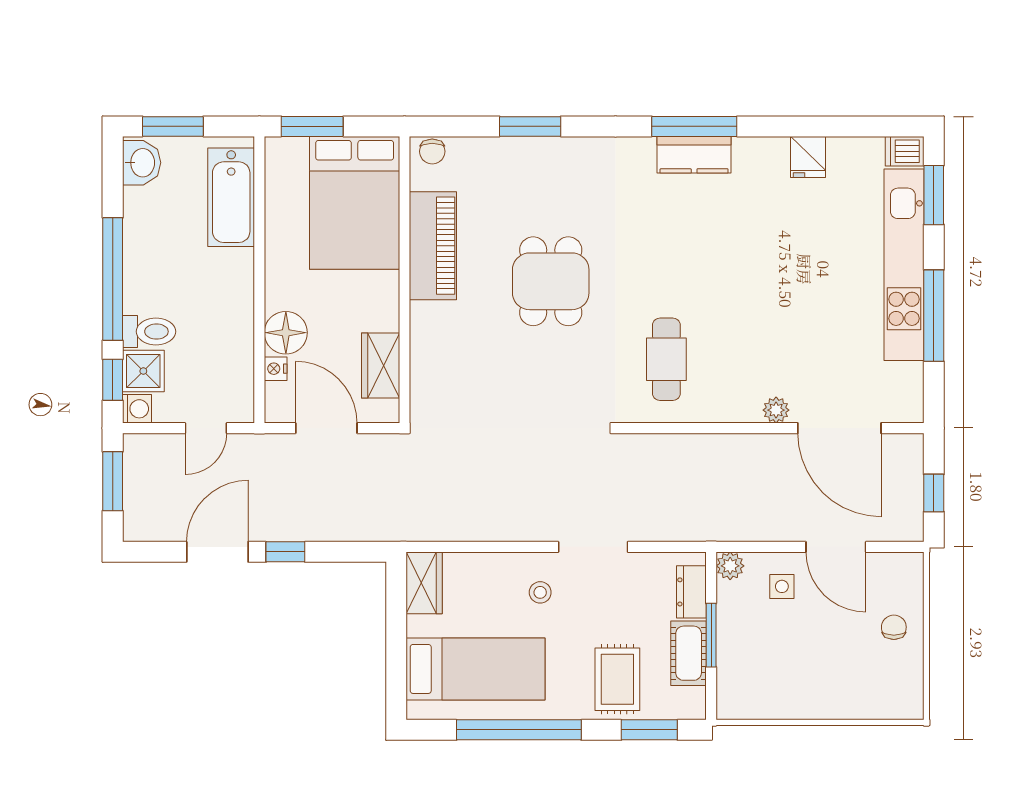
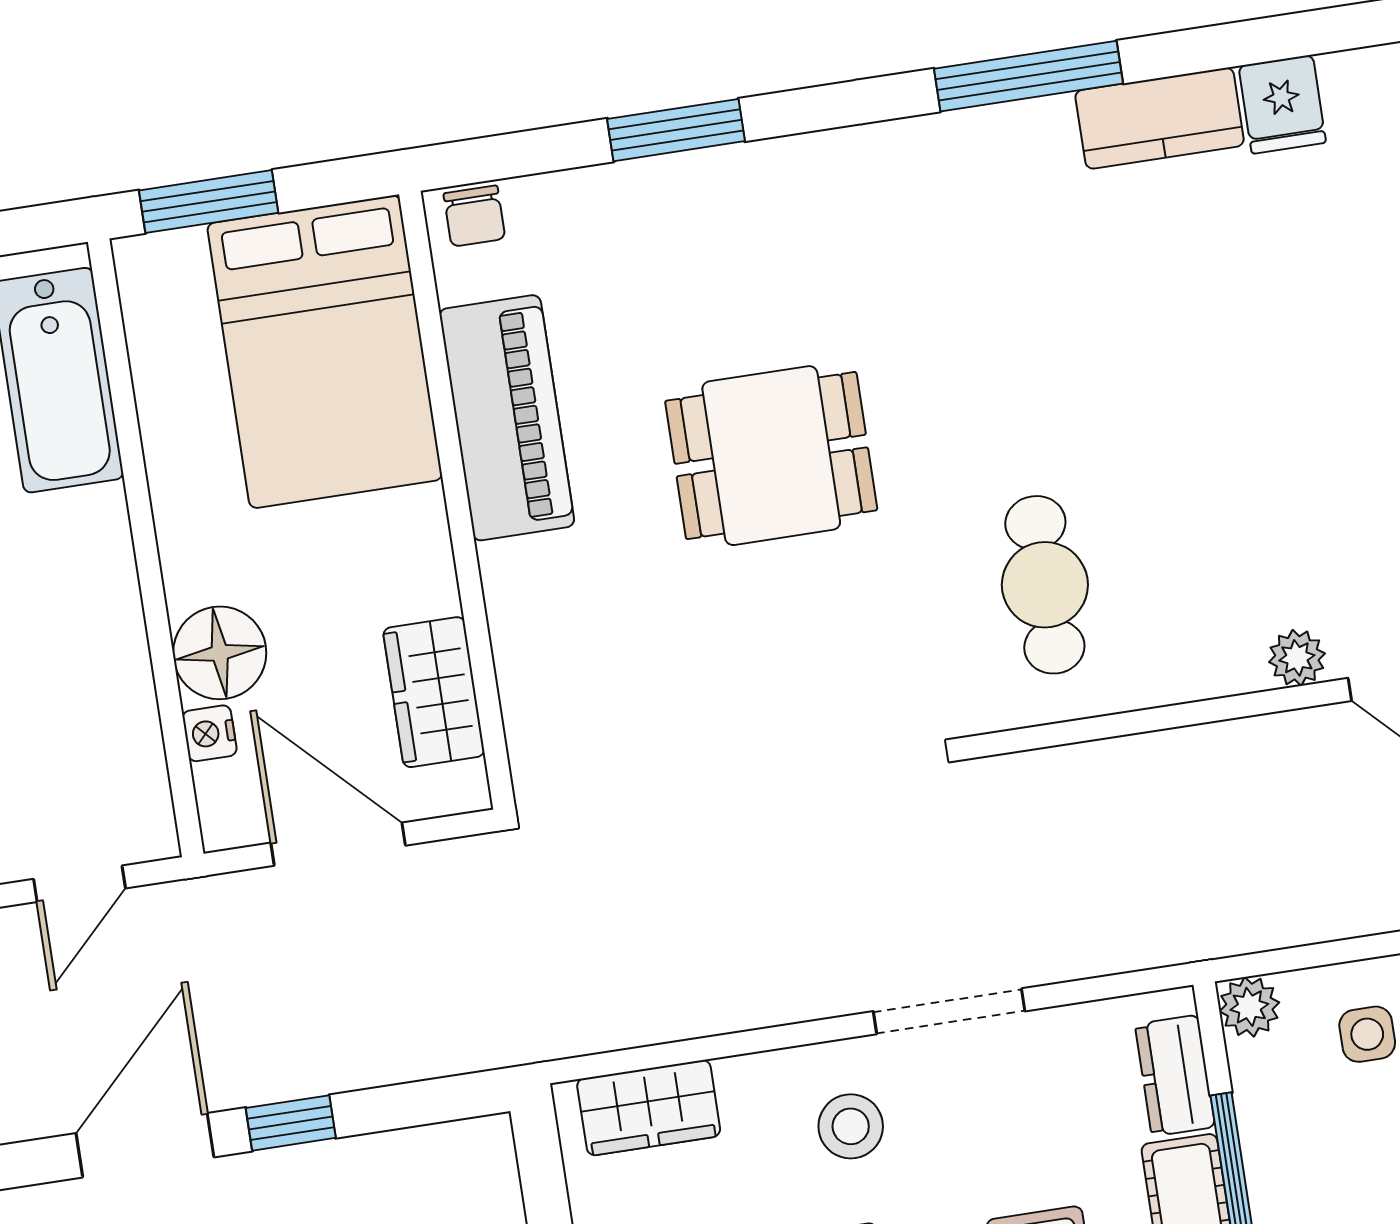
kitchen counter: (694, 155) -> (1160, 118), moved
dining table: (551, 281) -> (771, 456), turned 90
wardrobe: (424, 583) -> (649, 1108), moved, turned 90
stool: (540, 592) -> (851, 1126), width x1.37, depth x1.37

